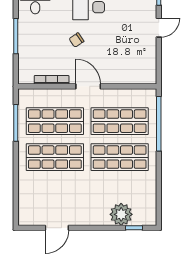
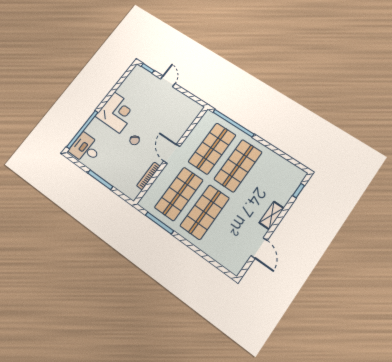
door: (88, 86) -> (172, 154), hinge flipped
plant: (121, 214) -> (282, 193), removed
shelving: (94, 219) -> (272, 215), added

